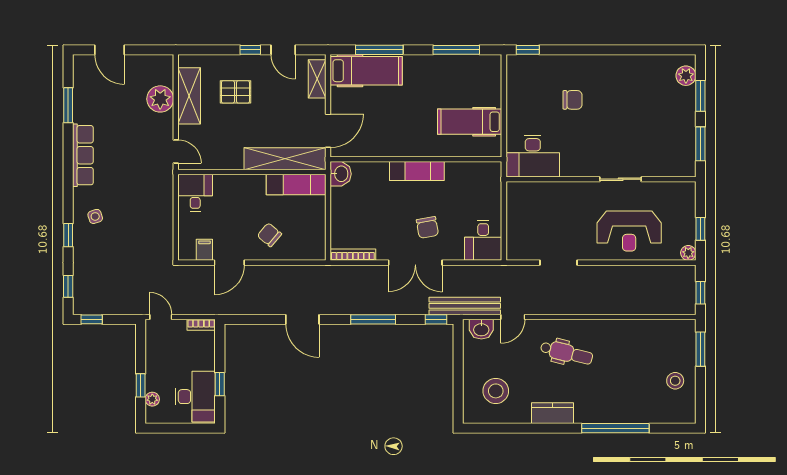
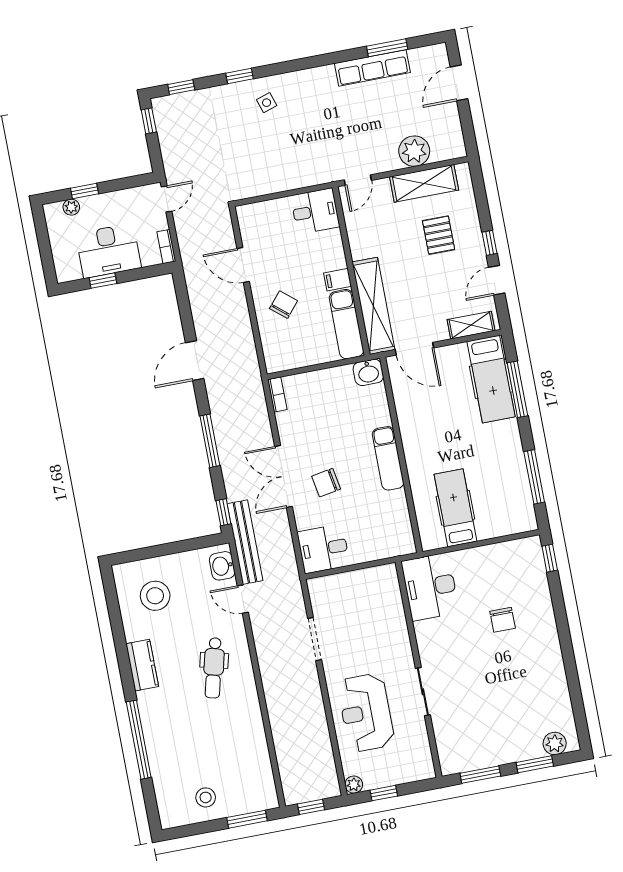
row of seats: (83, 155) -> (372, 68), moved
filing cabinet: (204, 250) -> (338, 280), moved, turned 180
bookcase: (353, 255) -> (277, 395), width x0.64
desk: (195, 397) -> (108, 251), moved

